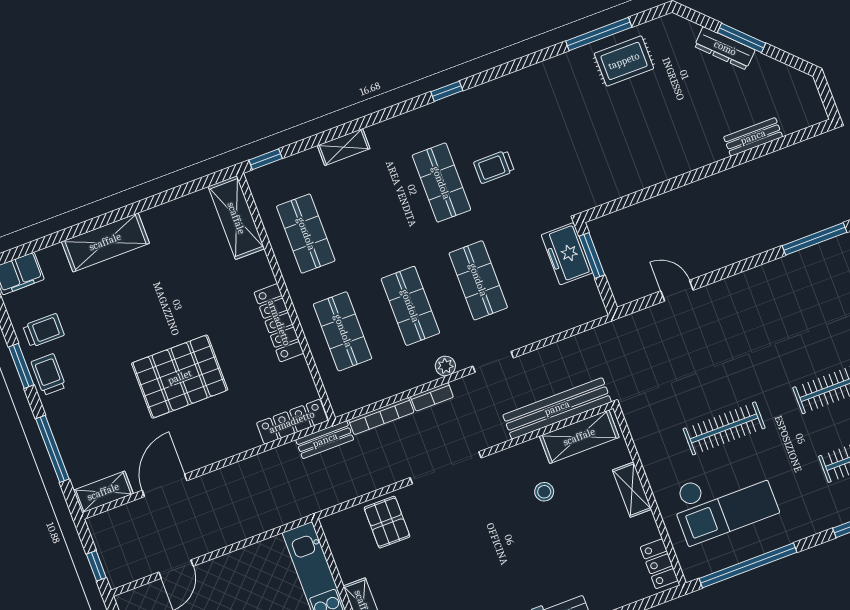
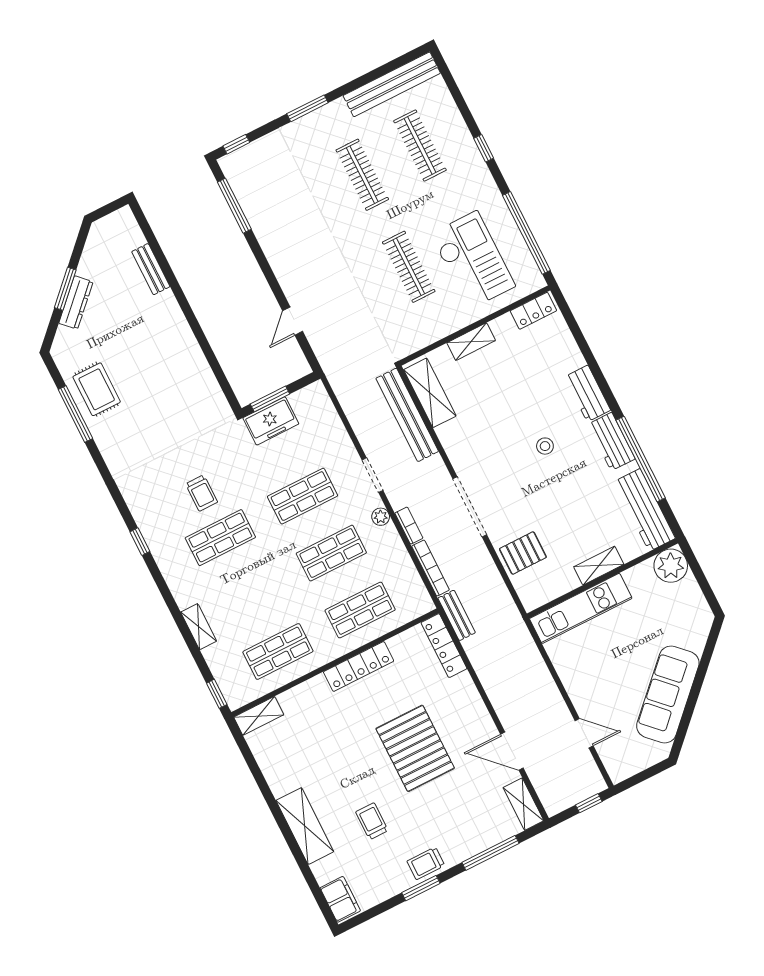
shelving: (236, 218) -> (259, 716), width x0.67, depth x0.75
trolley: (44, 330) -> (372, 821), moved
stool: (544, 492) -> (545, 446), moved

